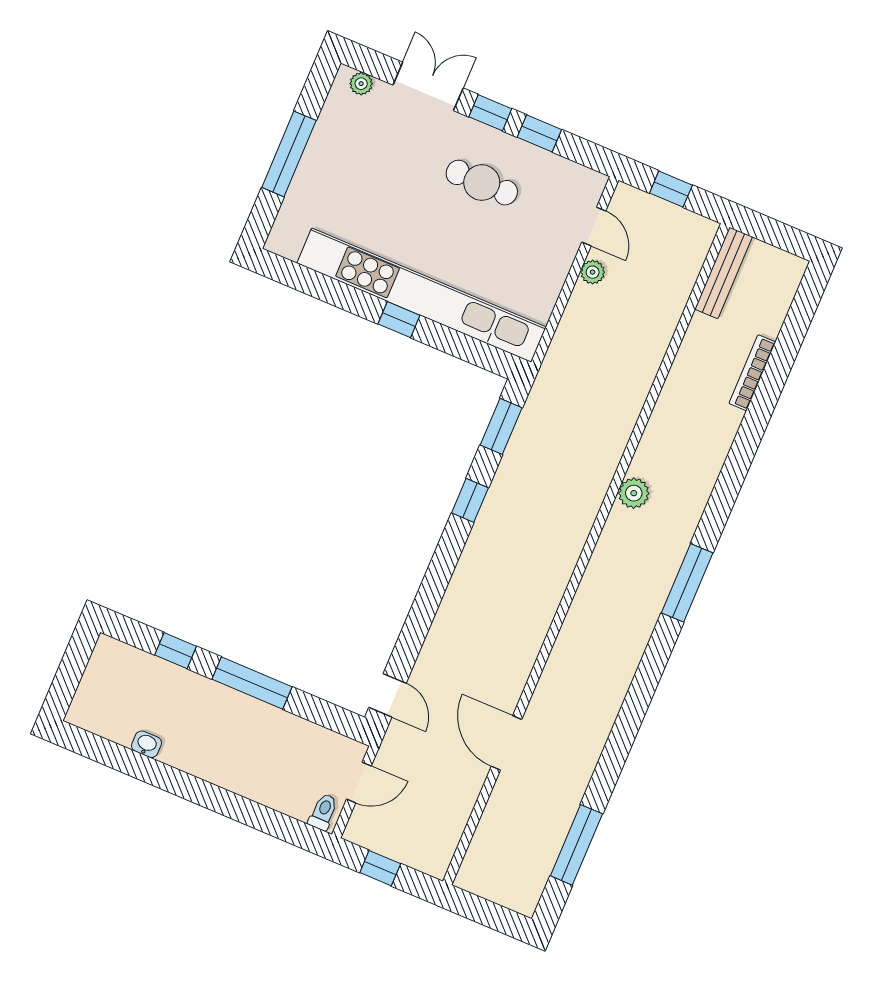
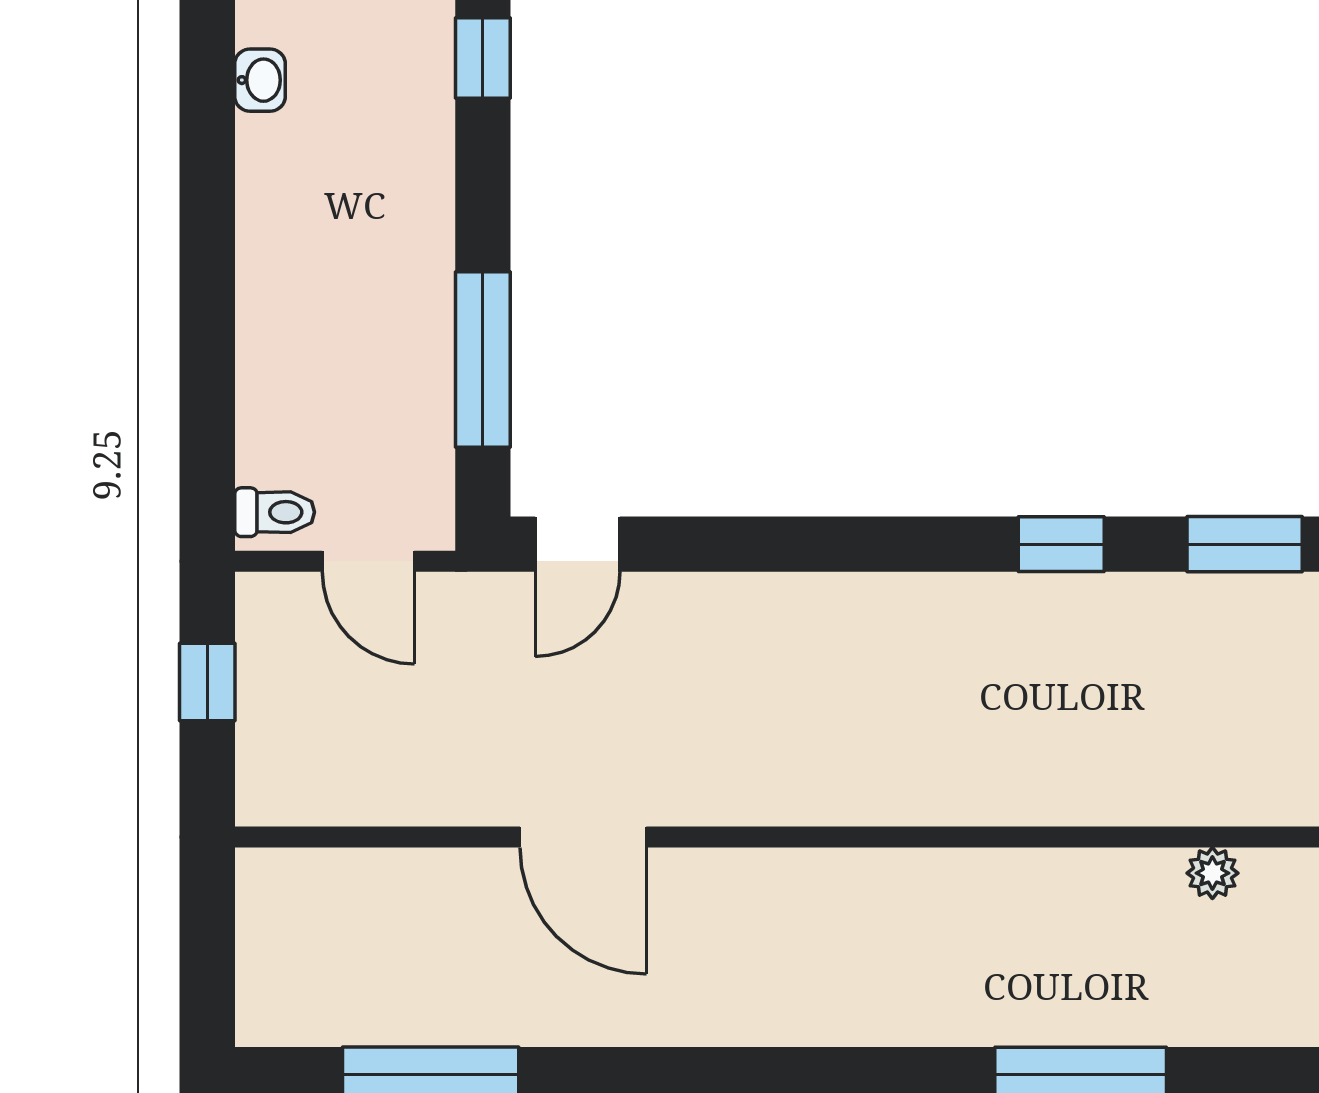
plant: (634, 493) -> (1212, 873), width x0.73, depth x0.73
window: (252, 683) -> (483, 360), moved
door: (507, 743) -> (583, 837), swing flipped

